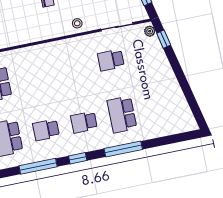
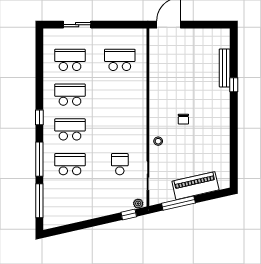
school desk: (84, 122) -> (70, 129), width x1.85
school desk: (46, 130) -> (70, 95), width x1.85
window: (38, 166) -> (39, 201), moved

